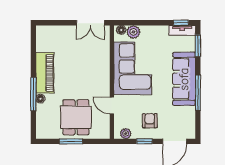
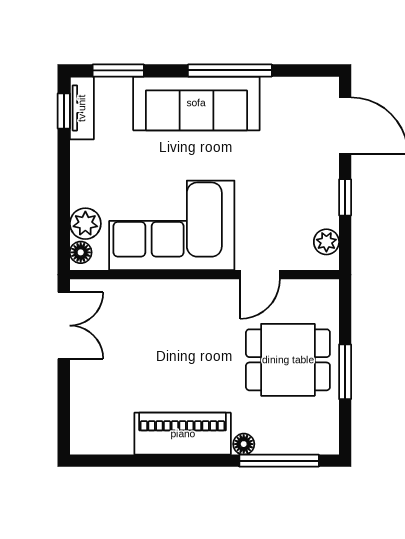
window: (33, 94) -> (279, 461), moved
armchair: (150, 121) -> (296, 185), removed

